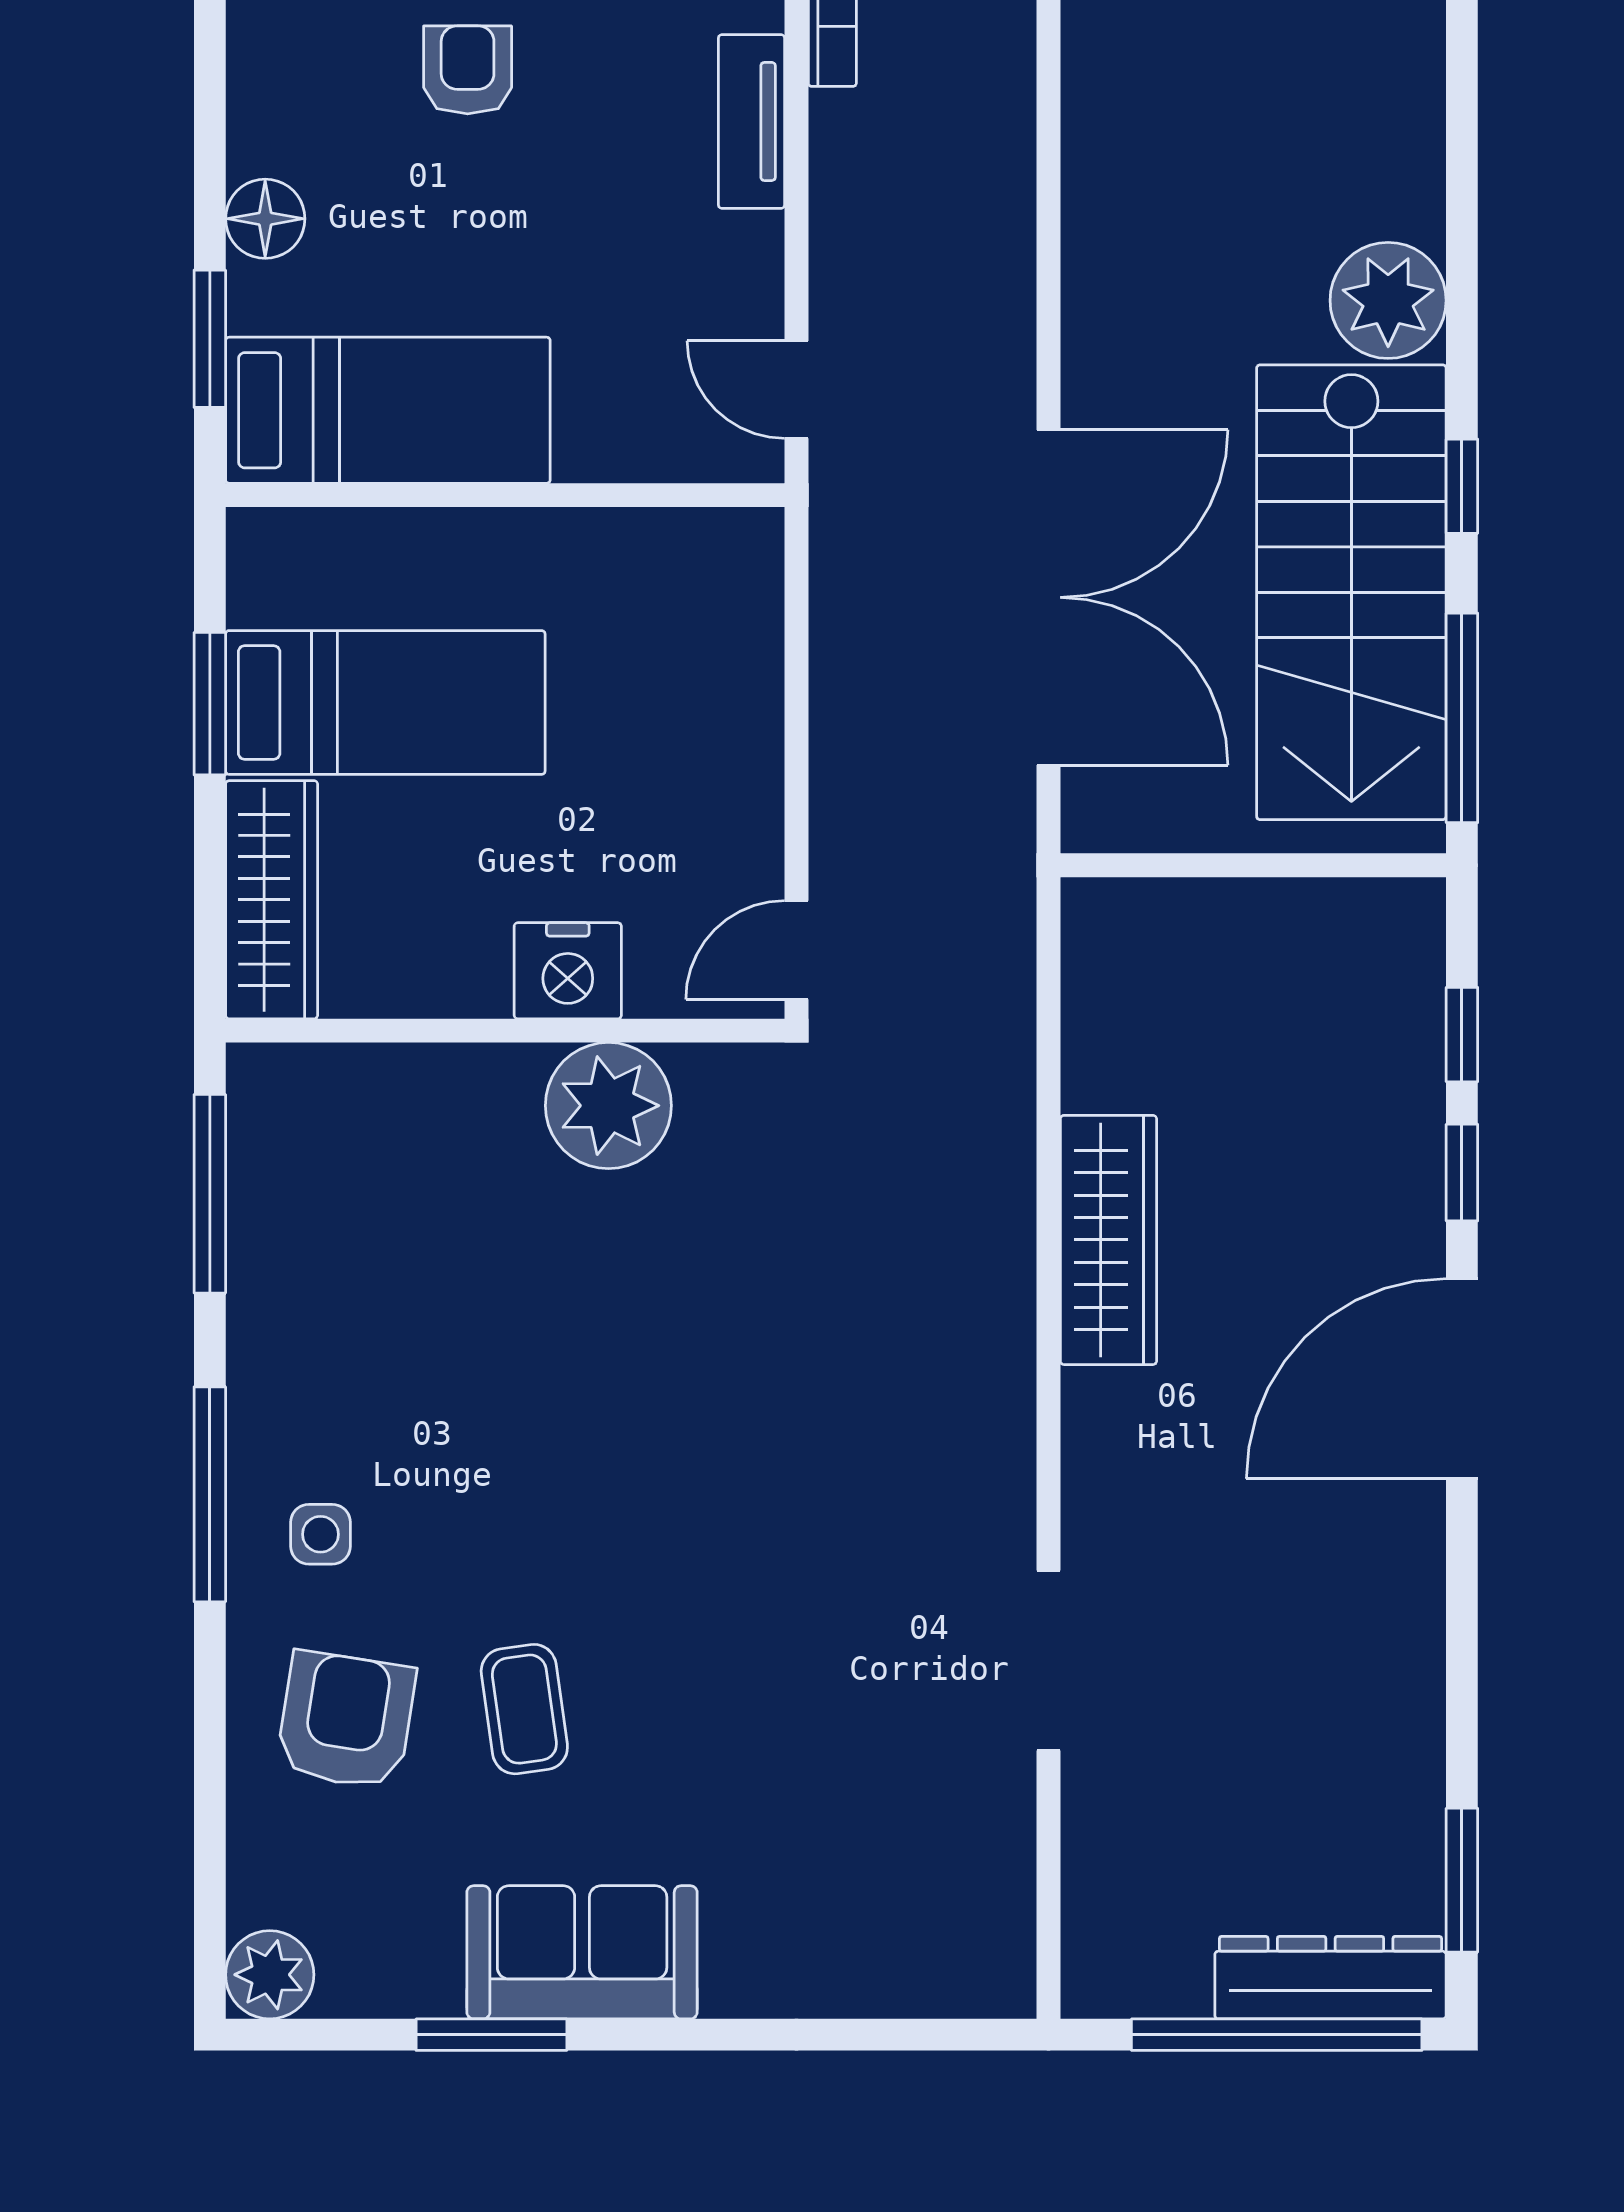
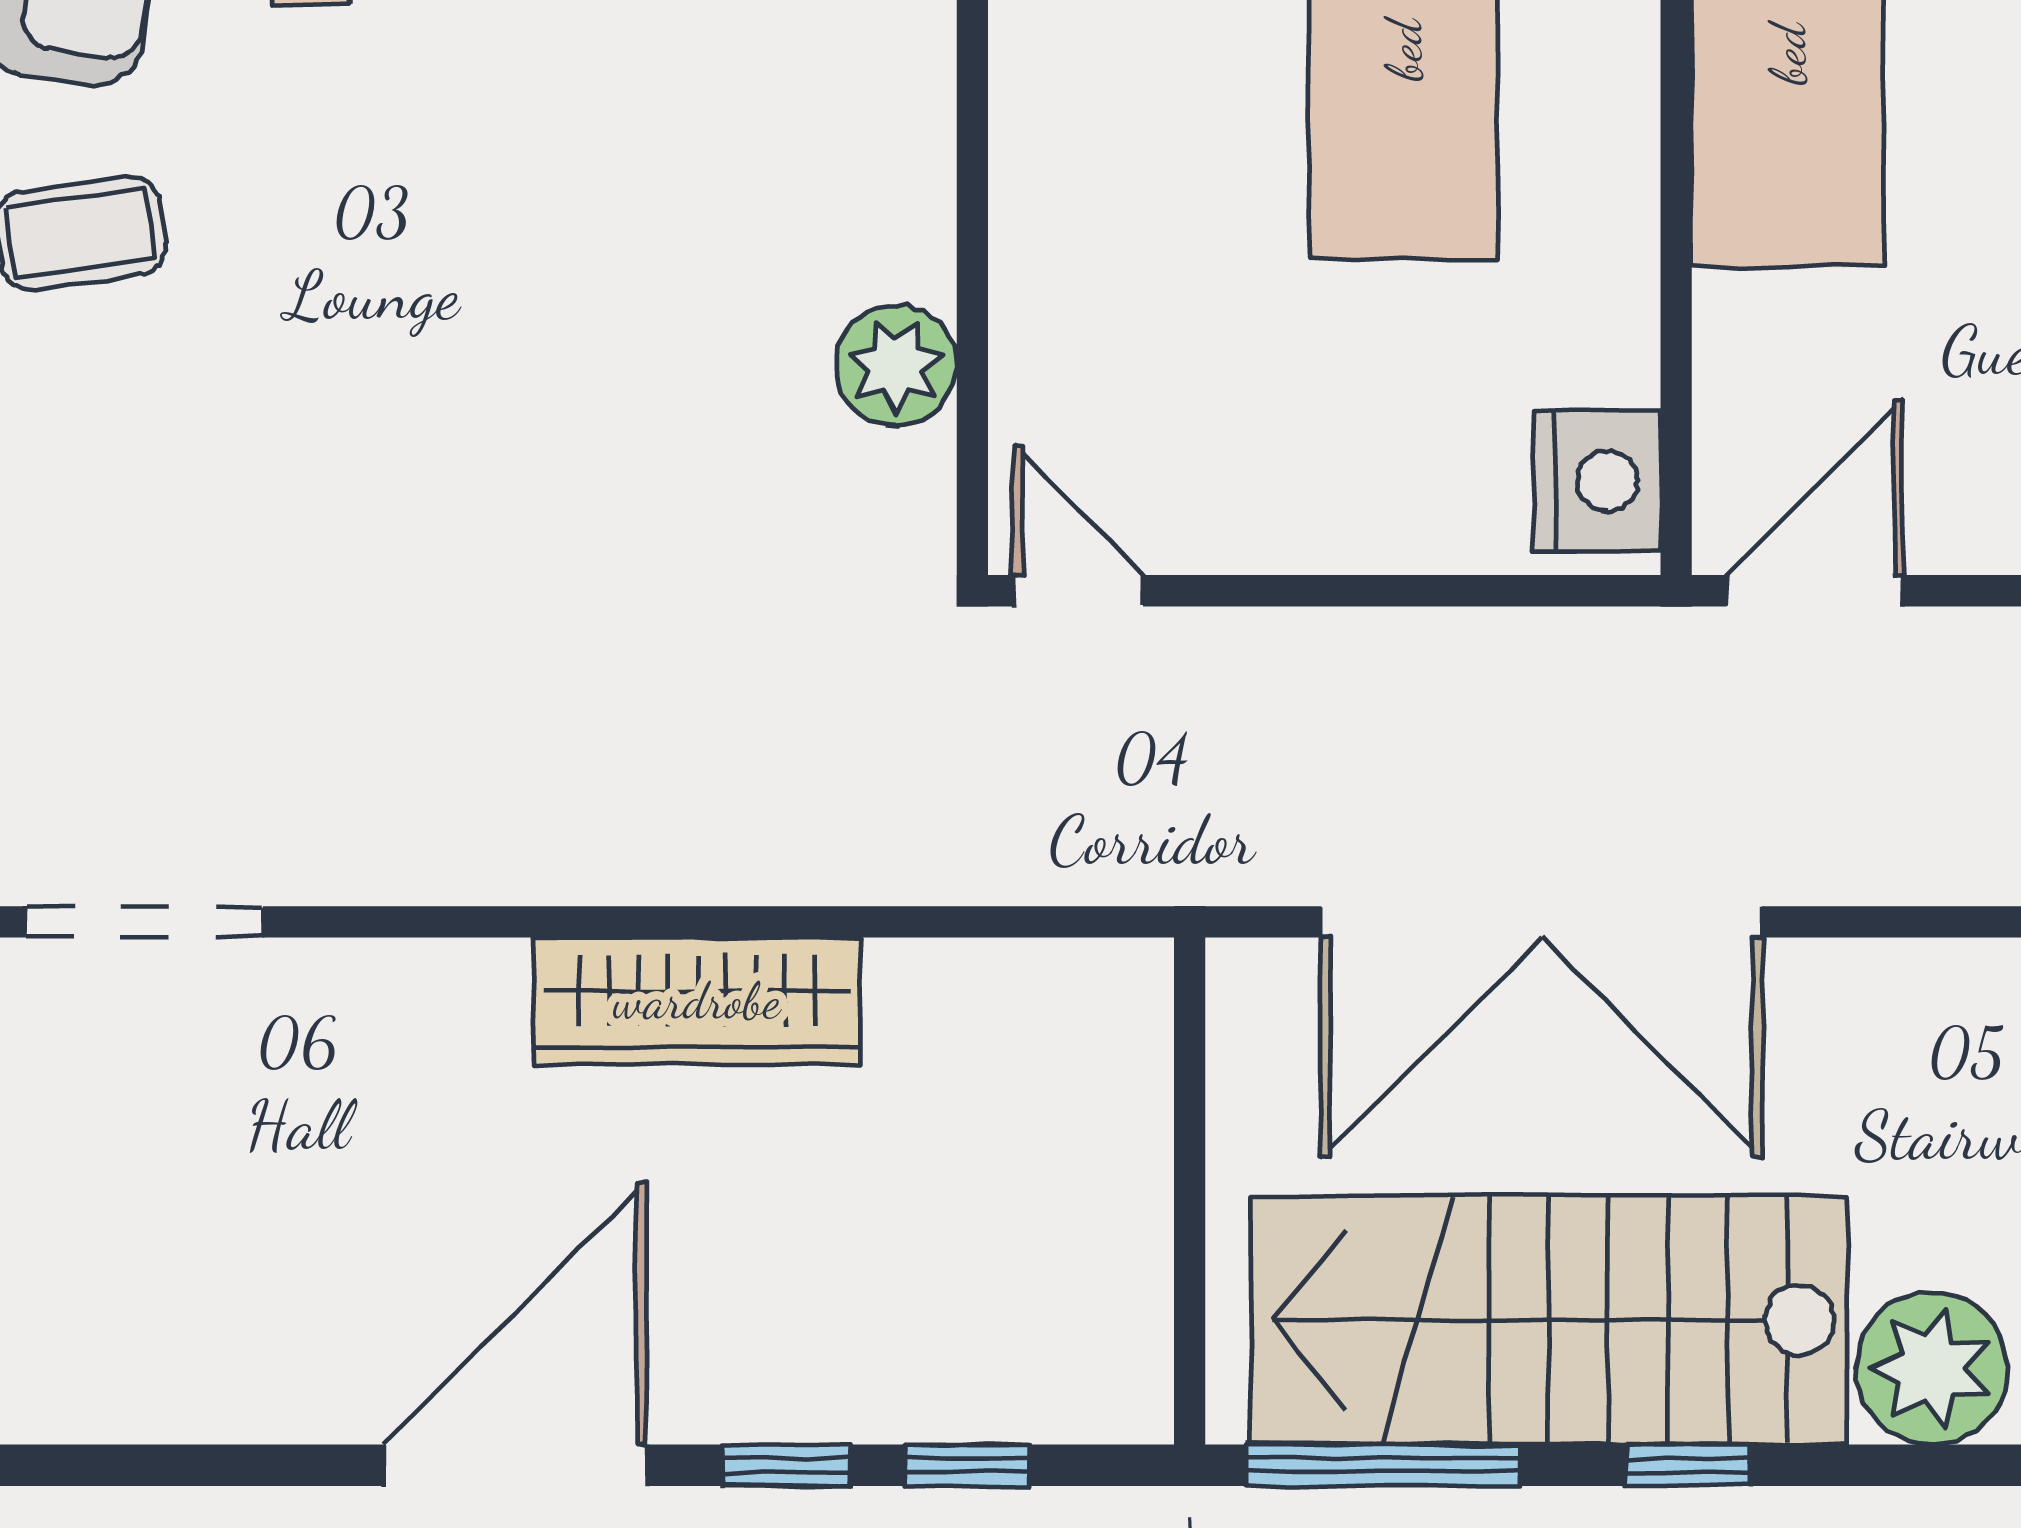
door: (796, 390) -> (1815, 591), width x1.38
nightstand: (568, 971) -> (1597, 481), moved, turned 180
plant: (608, 1106) -> (896, 366), width x0.73, depth x0.73
door: (1462, 1379) -> (515, 1465), hinge flipped

